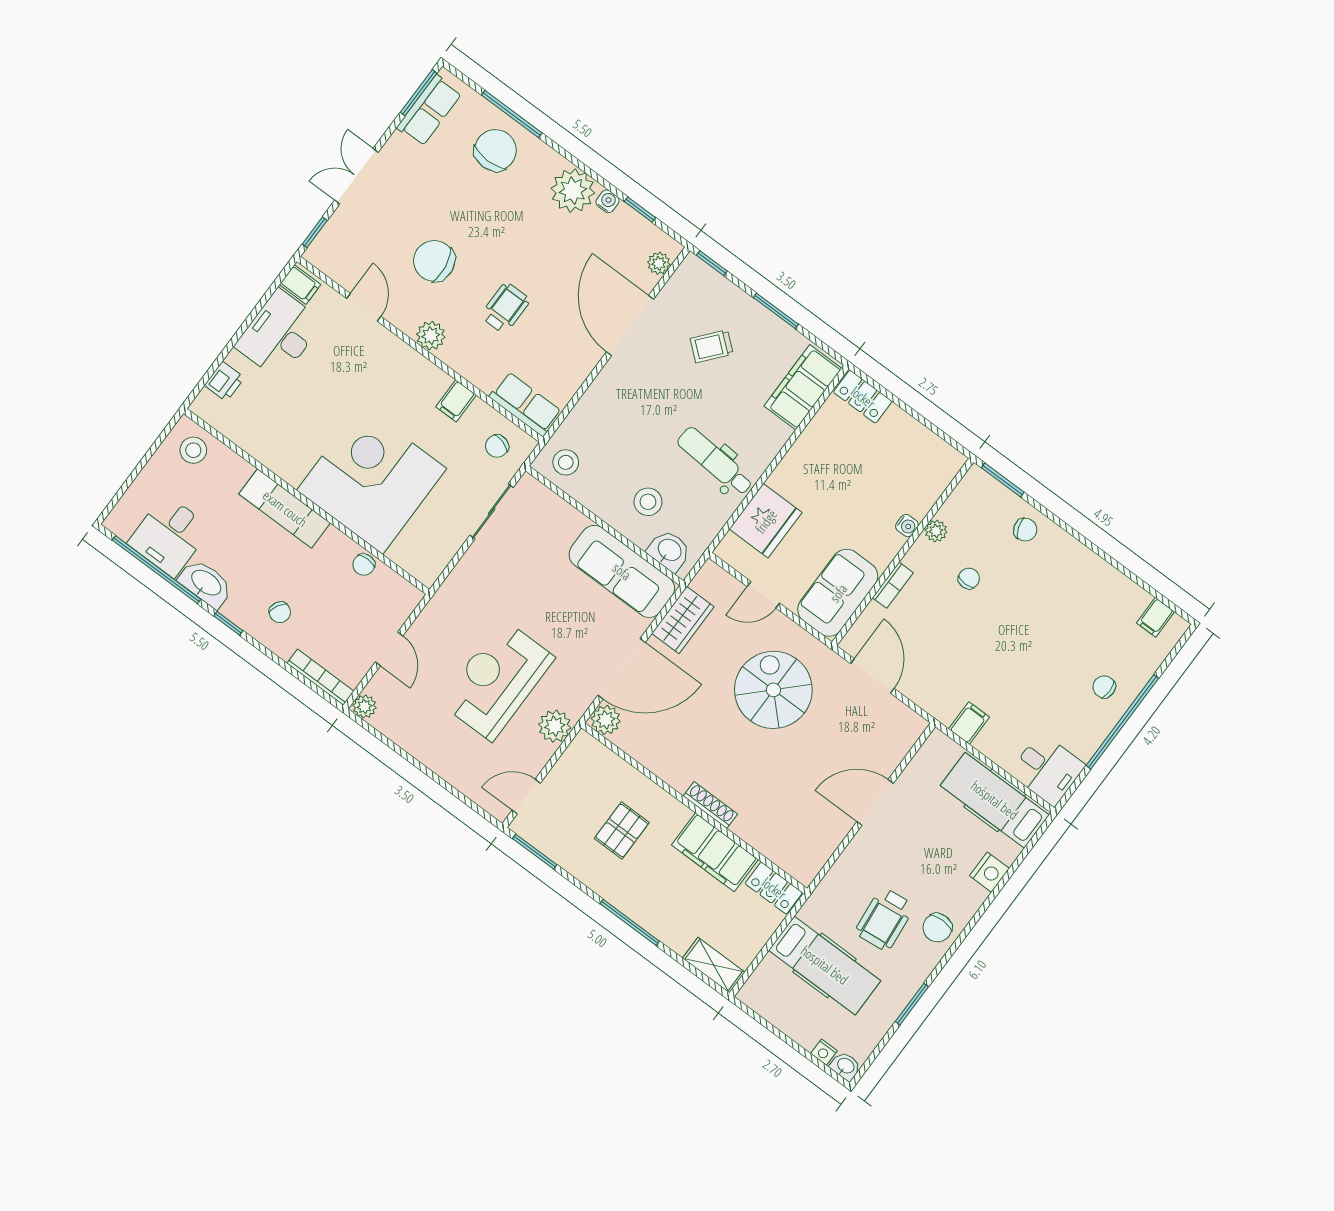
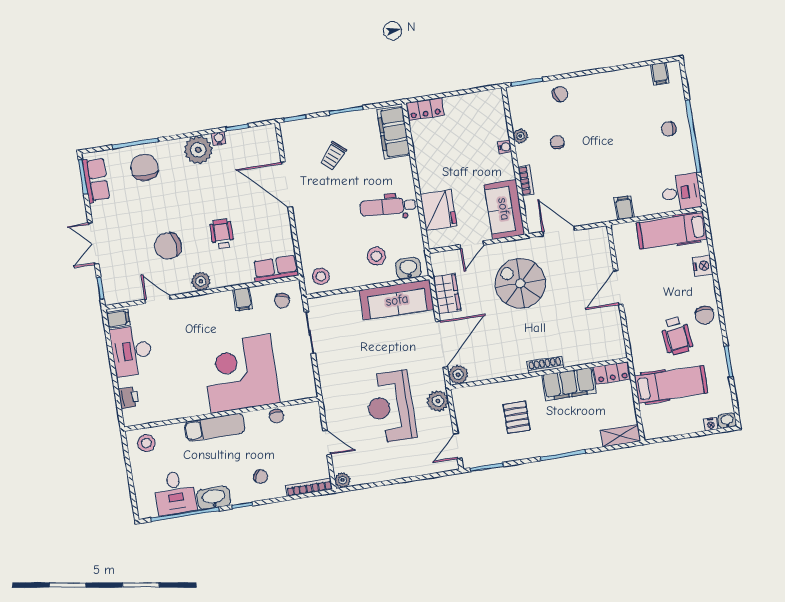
plant: (659, 263) -> (271, 143), removed

